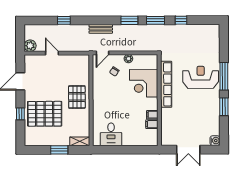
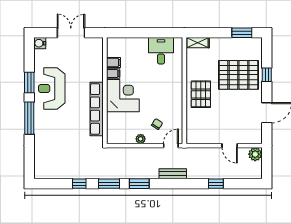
reception desk: (201, 77) -> (52, 89), moved, turned 90
corner desk: (144, 83) -> (123, 96), moved
window: (59, 150) -> (242, 33), moved

